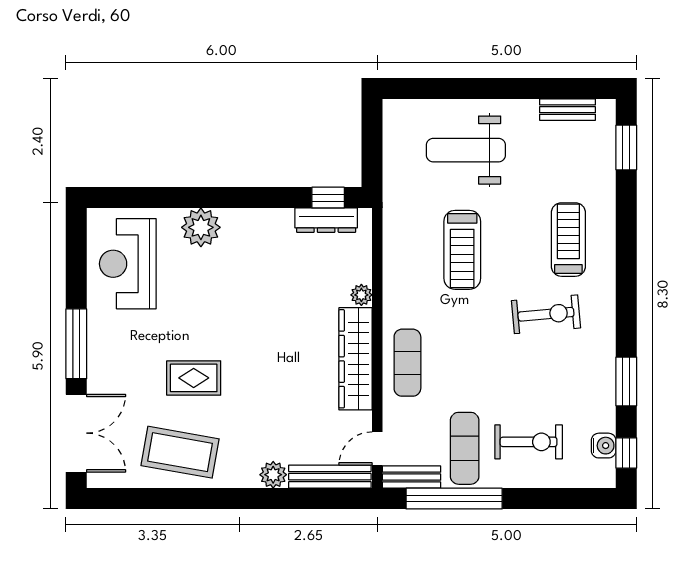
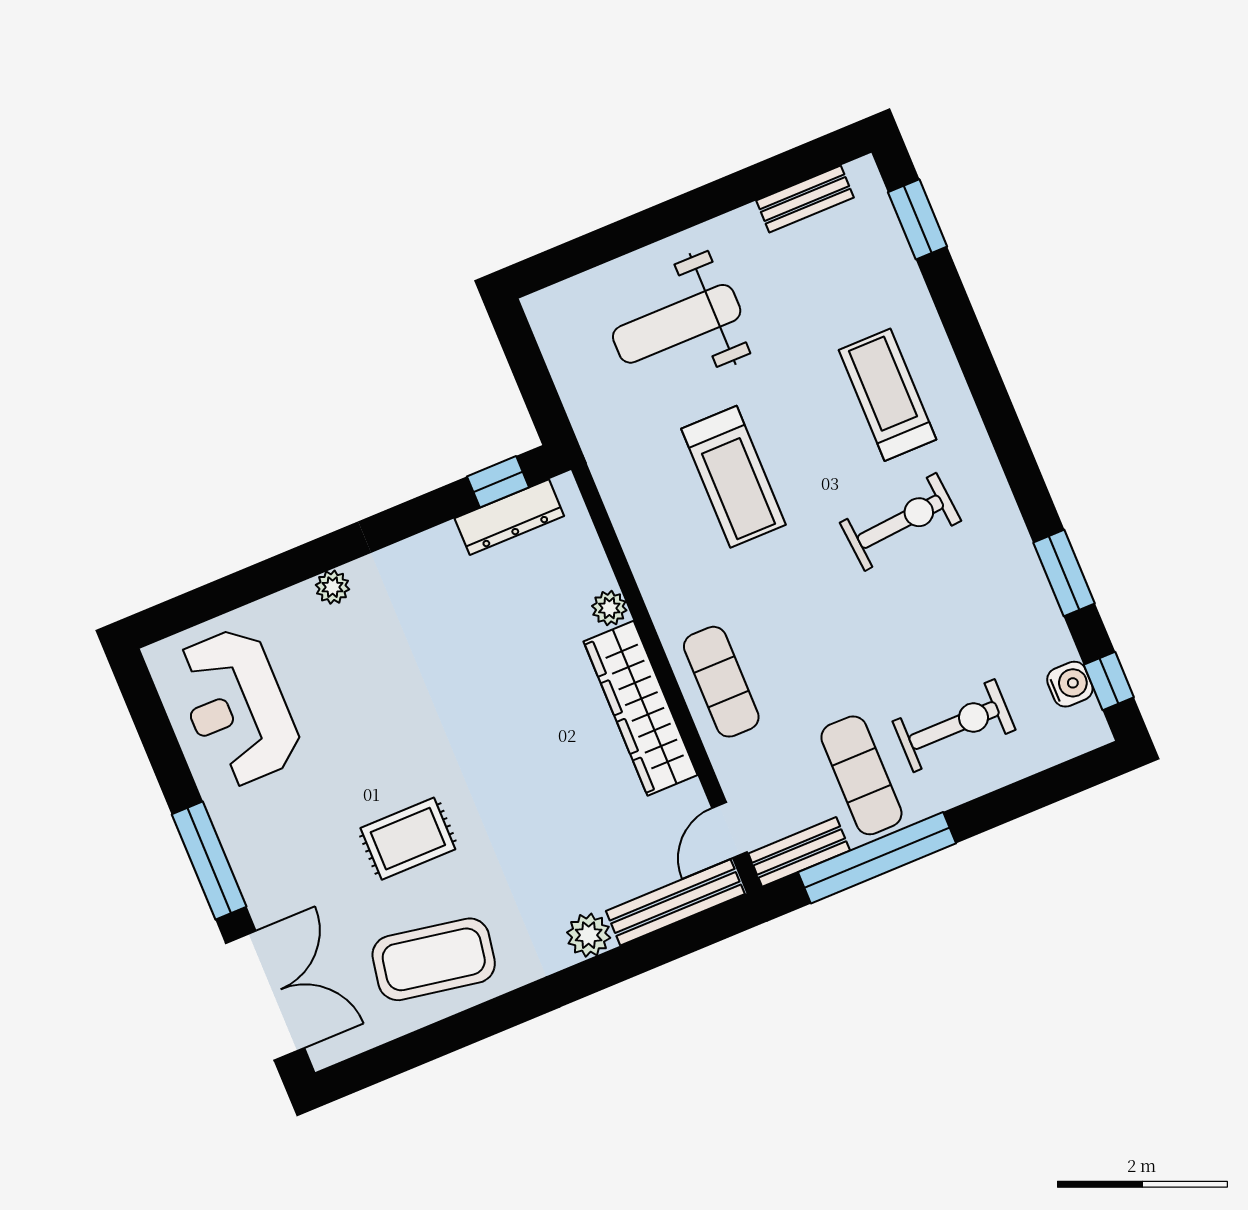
plant: (201, 227) -> (333, 587), width x0.53, depth x0.53

